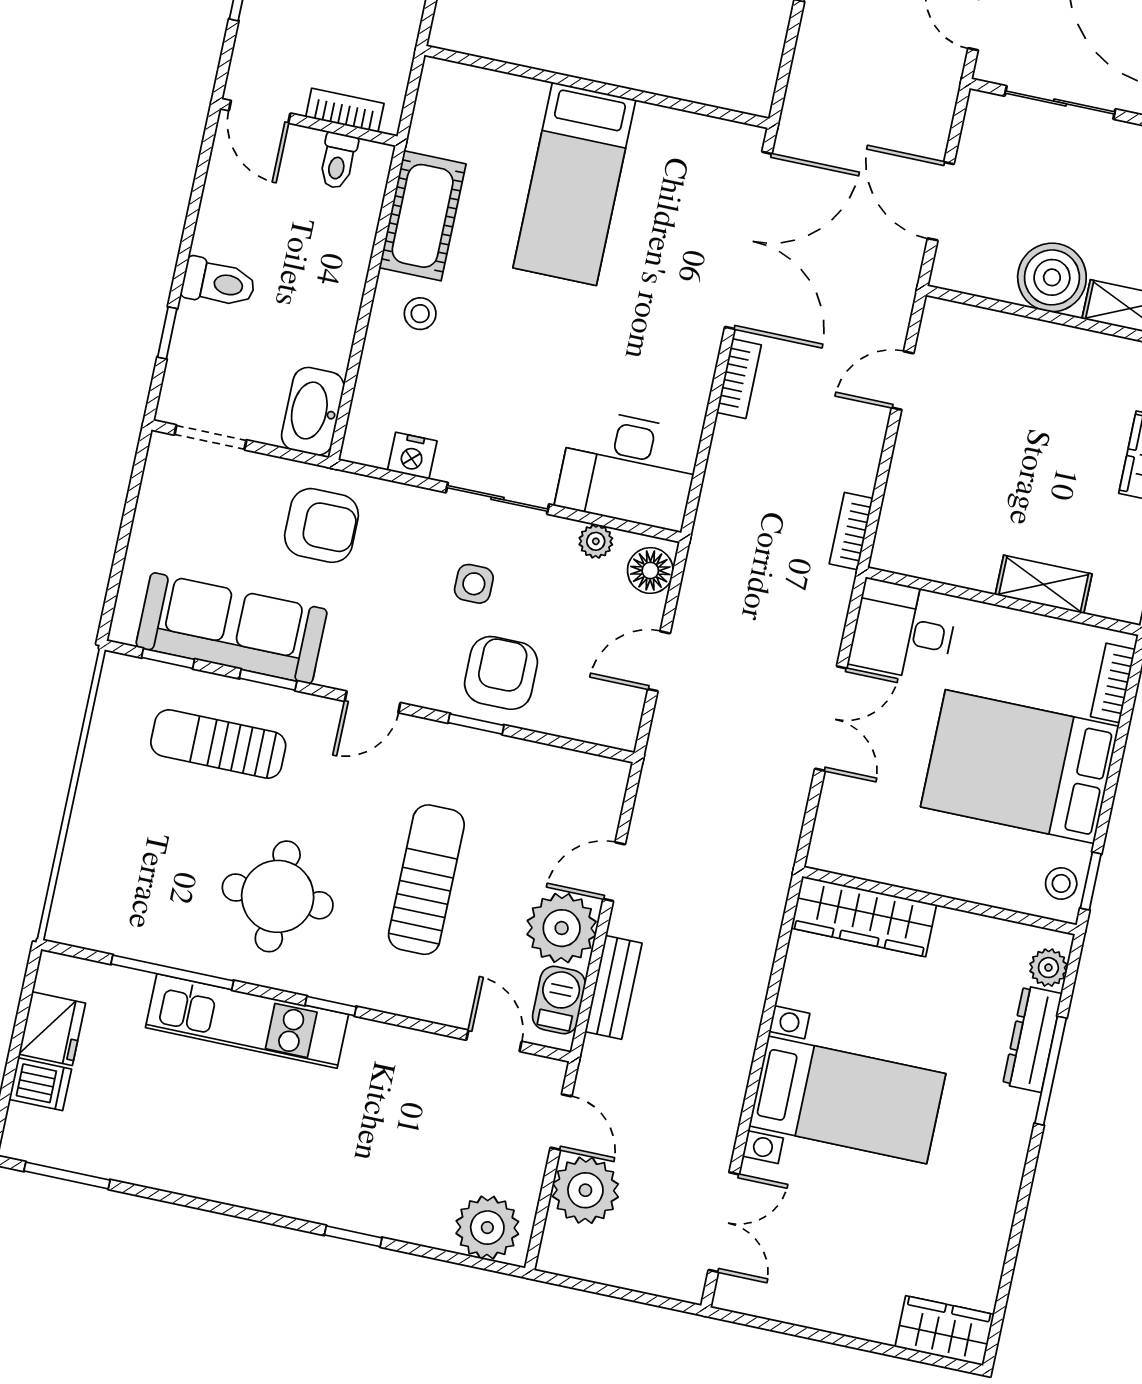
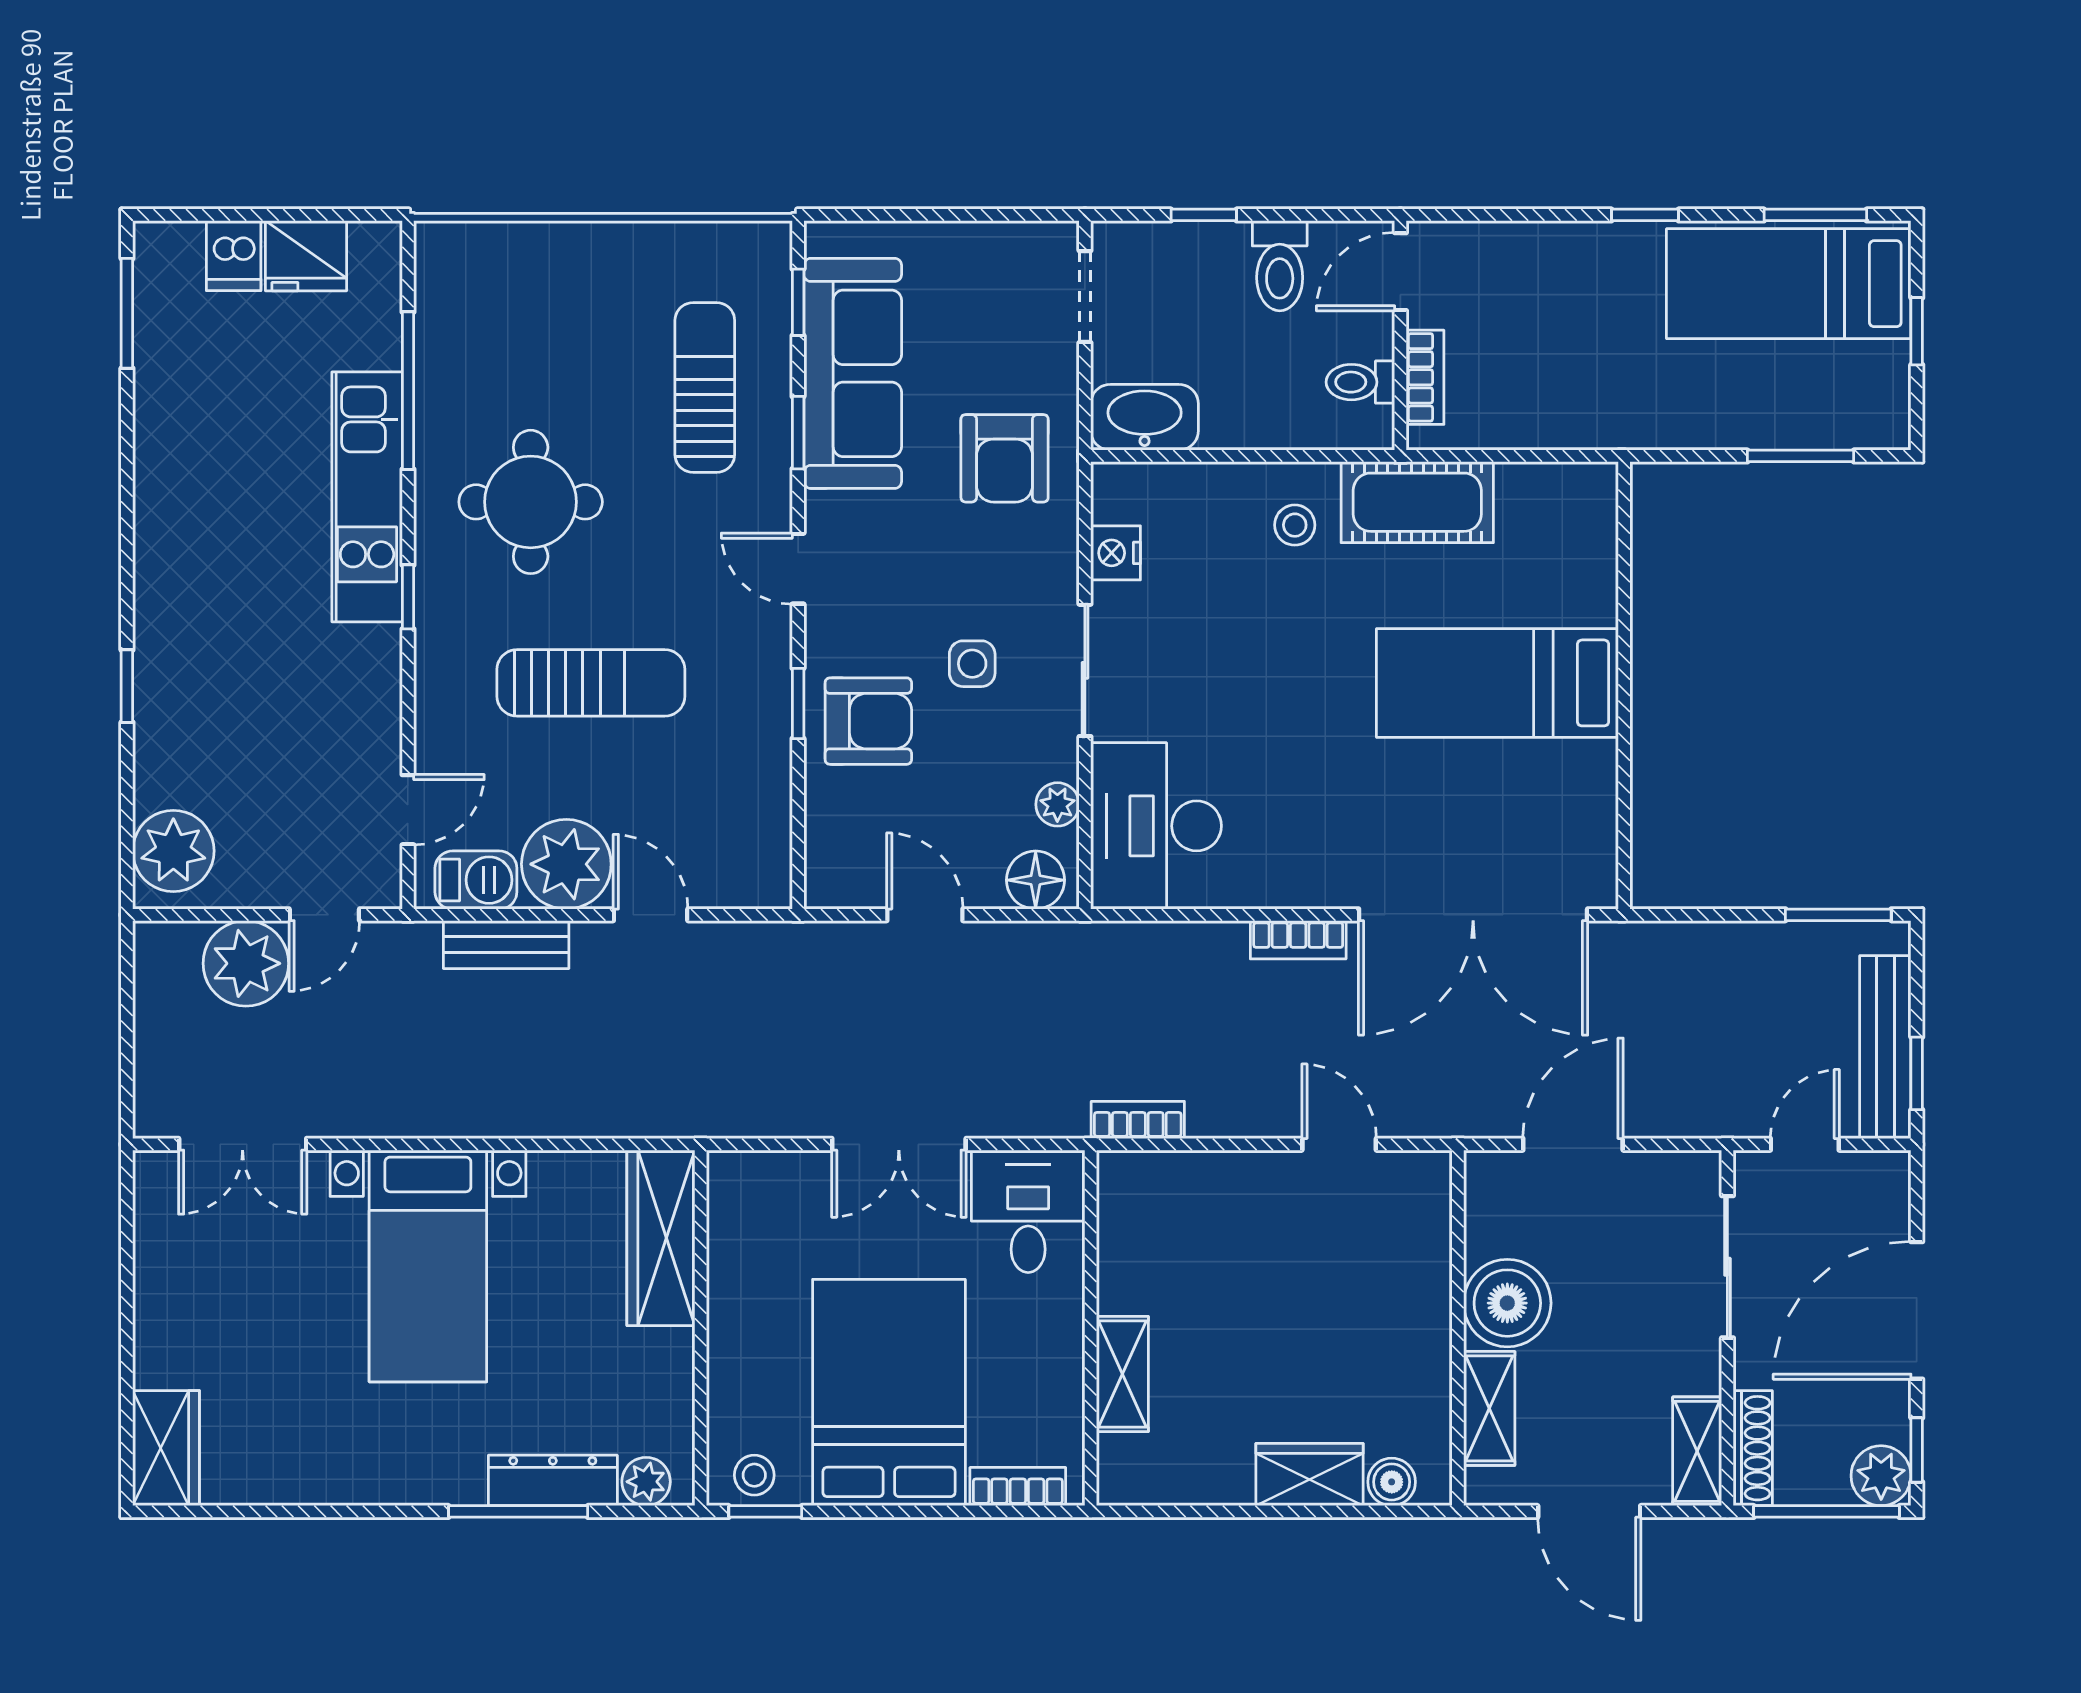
bookcase: (345, 110) -> (1425, 377), moved
door: (260, 112) -> (1400, 272), moved
wall: (309, 122) -> (1400, 335), moved
toilet: (338, 161) -> (1360, 382), moved

